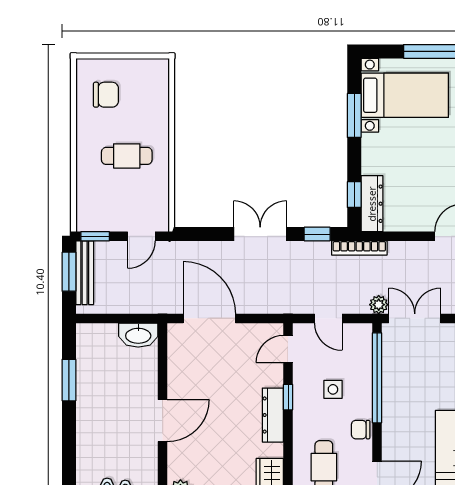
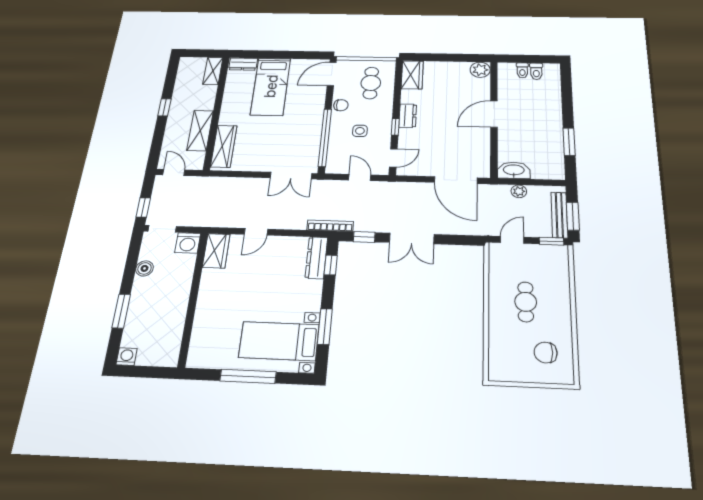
cafe table: (127, 156) -> (526, 302), turned 90
plant: (379, 305) -> (519, 191), moved
dresser: (273, 415) -> (408, 116), width x0.70

